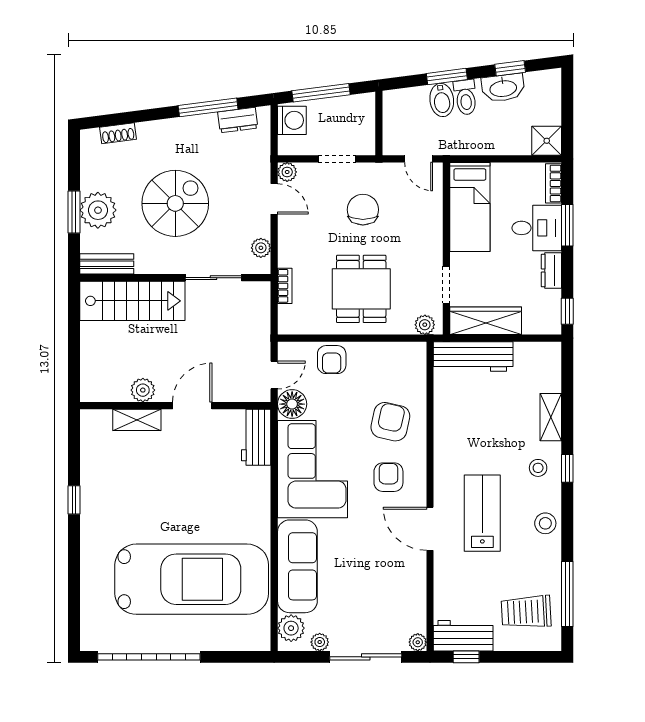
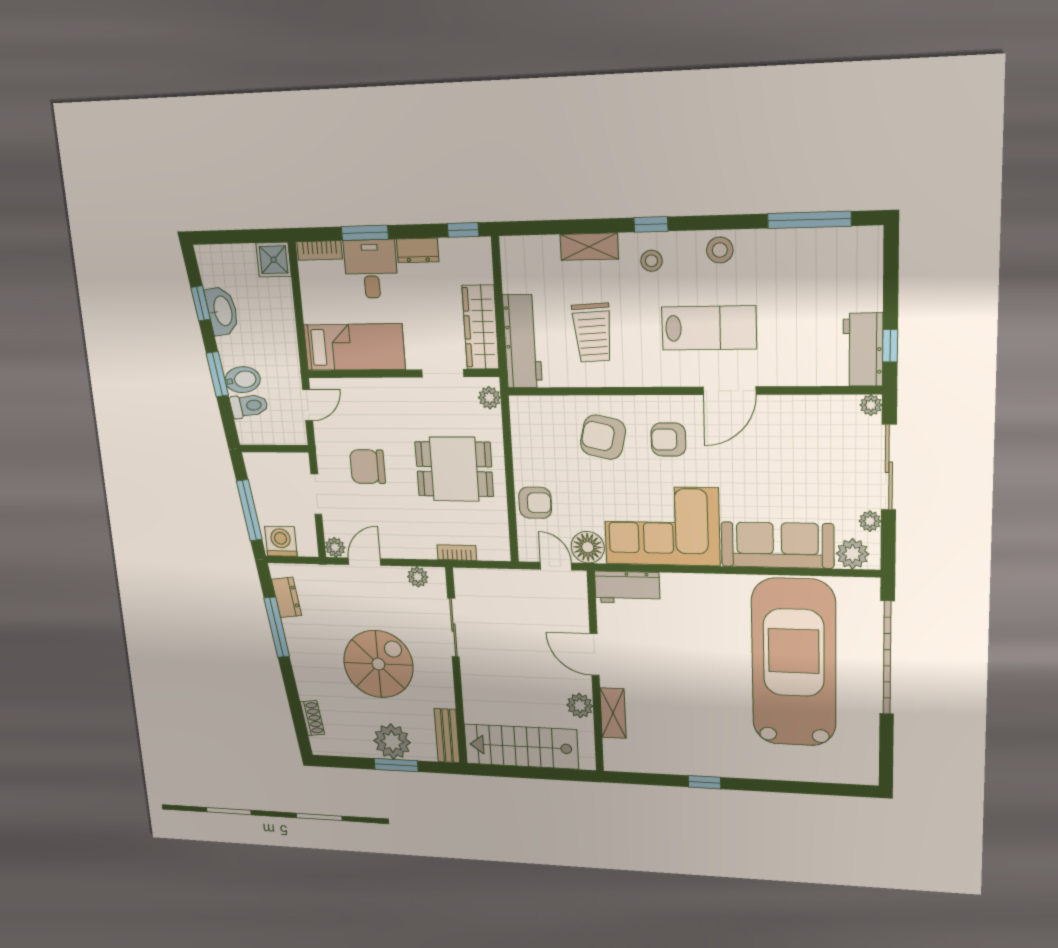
toilet: (466, 97) -> (249, 406), moved
spiral stairs: (175, 203) -> (378, 664), turned 90
stairs: (132, 301) -> (521, 747), moved, turned -90
lab bench: (482, 513) -> (709, 328), turned 180
trolley: (526, 612) -> (593, 333), moved
garage door: (149, 657) -> (887, 658), moved

